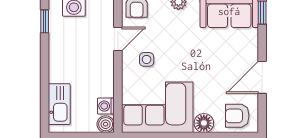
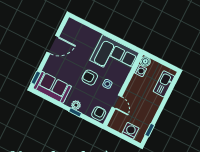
door: (118, 39) -> (117, 102), swing flipped
armchair: (237, 116) -> (90, 78), moved, turned 180
floor lamp: (204, 123) -> (95, 36), removed

